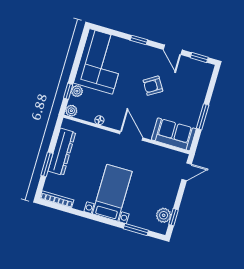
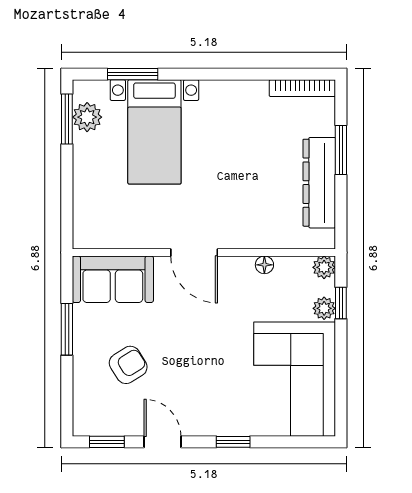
armchair: (153, 86) -> (128, 365), moved
door: (187, 172) -> (67, 214), removed
bed with nightstands: (112, 193) -> (154, 132), moved
window: (174, 217) -> (67, 119), width x1.50

